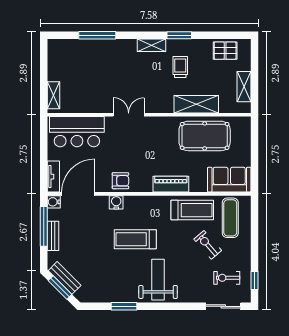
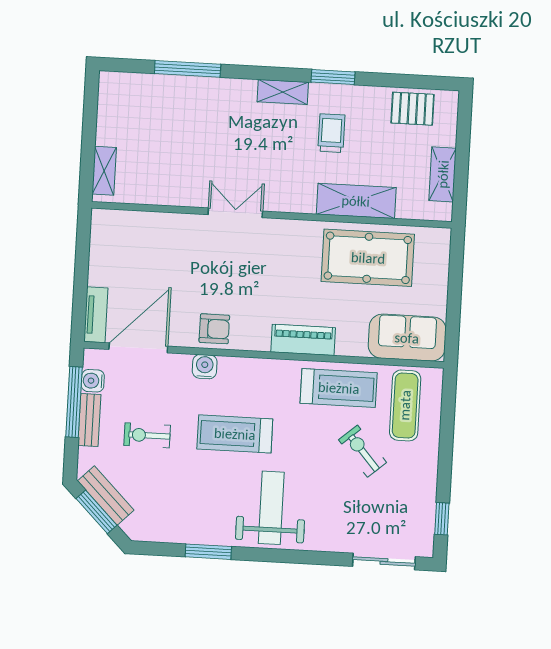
bar counter: (77, 132) -> (142, 238), removed
water cooler: (54, 202) -> (93, 381), moved
exercise bike: (227, 278) -> (147, 435), moved

